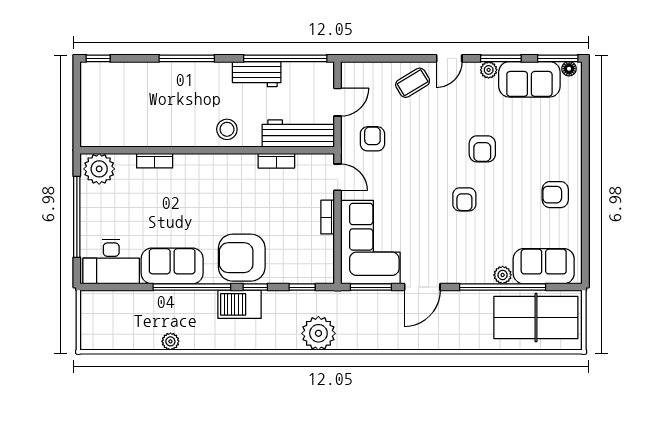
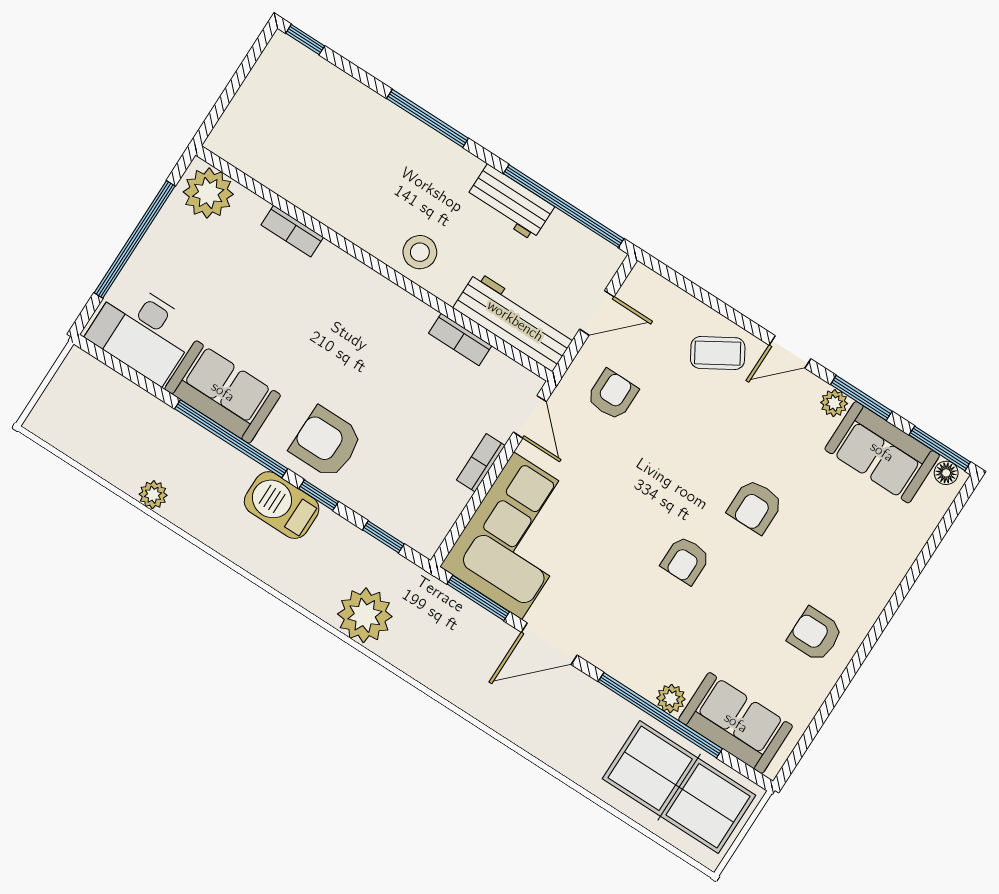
armchair: (242, 258) -> (326, 443), width x0.73, depth x0.73

